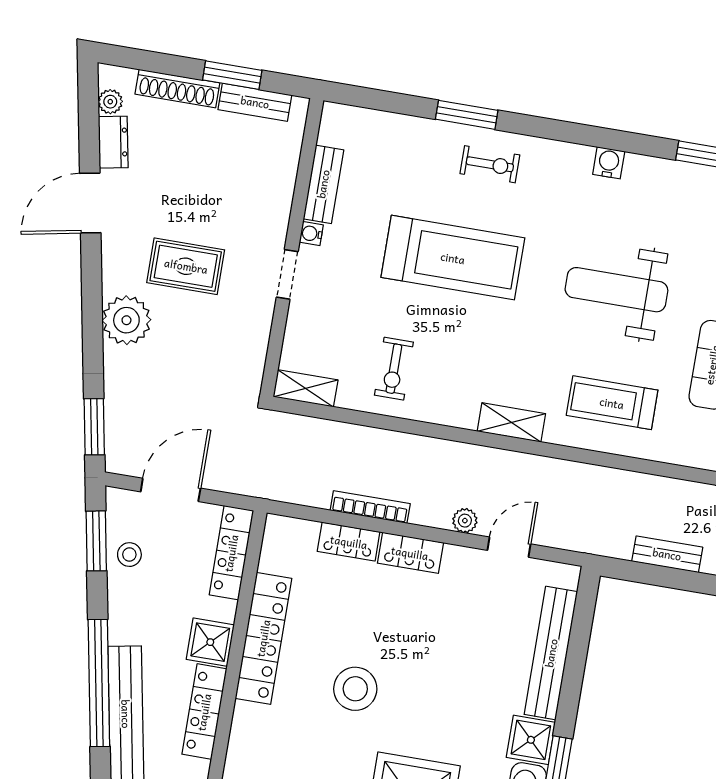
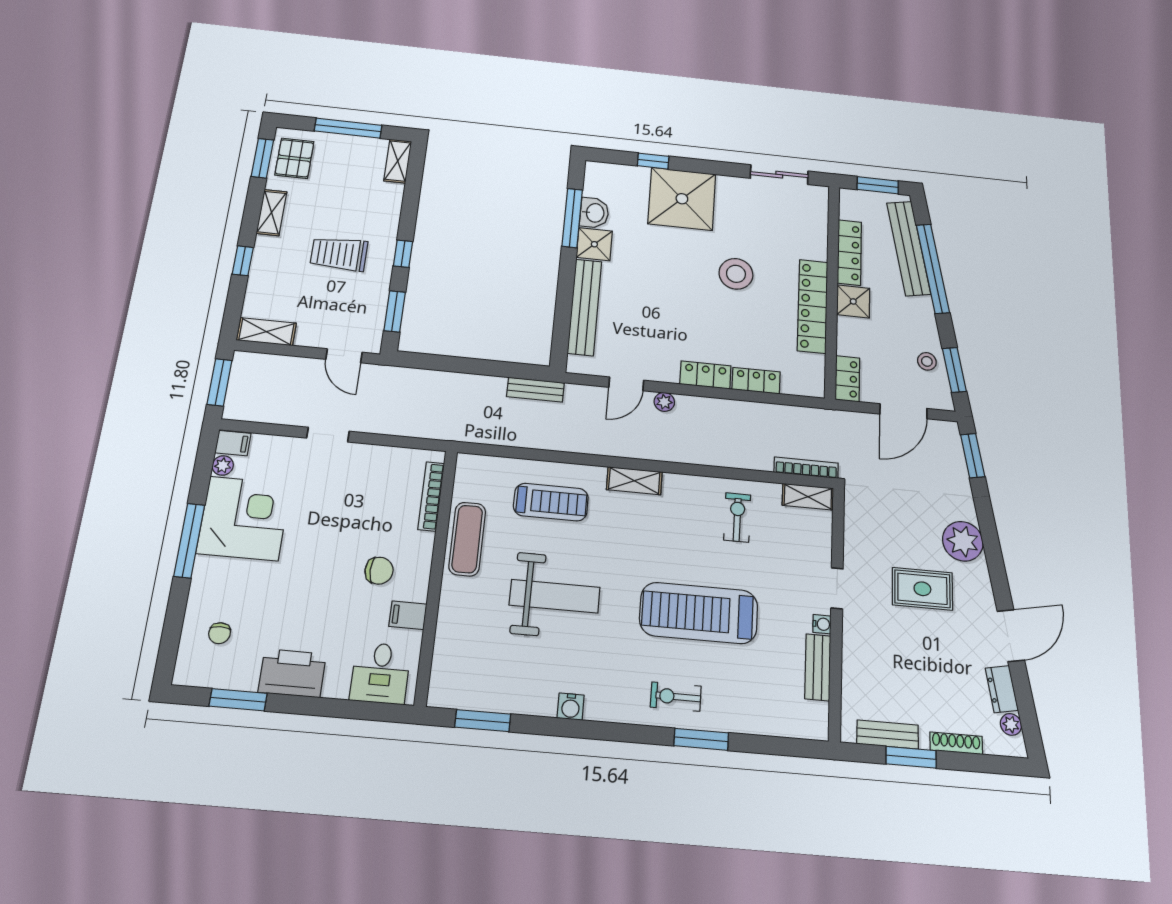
shoe rack: (177, 88) -> (956, 743), width x0.74, depth x0.81
bookcase: (370, 507) -> (806, 468), moved, turned 180
locker: (231, 553) -> (847, 379), width x0.66
bench: (667, 554) -> (535, 390), moved

